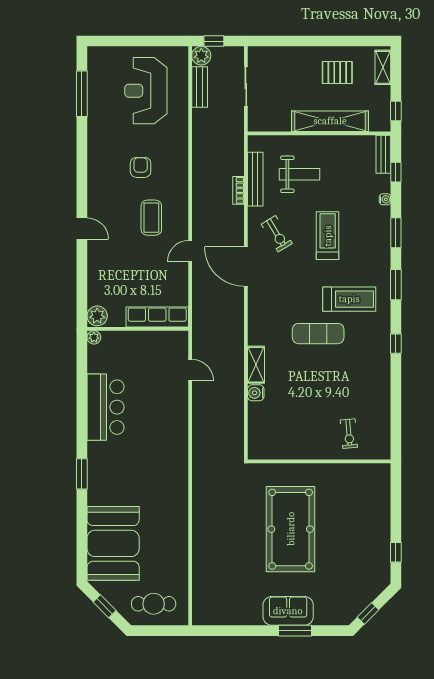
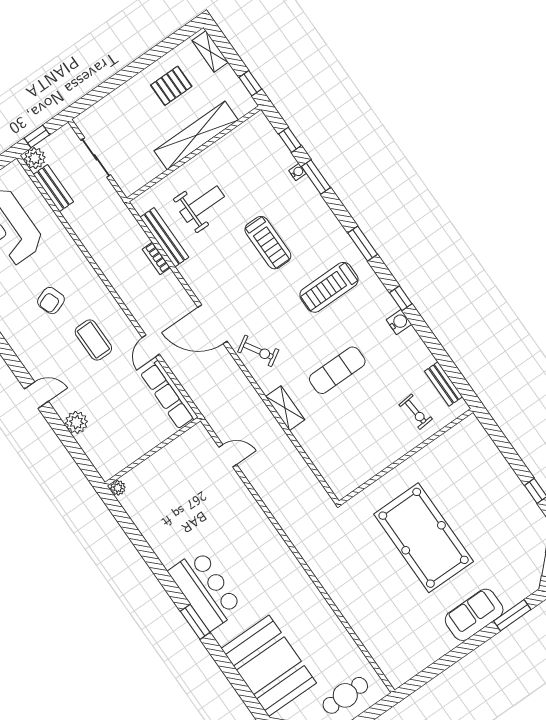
bench: (383, 154) -> (444, 384), moved
armchair: (141, 167) -> (51, 301), turned -110
window: (396, 233) -> (316, 177), moved
exercise bike: (277, 234) -> (258, 351), moved
treadmill: (328, 236) -> (268, 243), turned 180
treadmill: (349, 299) -> (329, 287), turned 180
plant: (97, 316) -> (76, 422), moved
row of seats: (157, 317) -> (169, 395), moved, turned -90
exercise mat: (318, 334) -> (337, 370), moved
water cooler: (256, 393) -> (399, 322), moved, turned 180
bar counter: (106, 407) -> (205, 590), moved
window: (295, 631) -> (512, 615), moved

